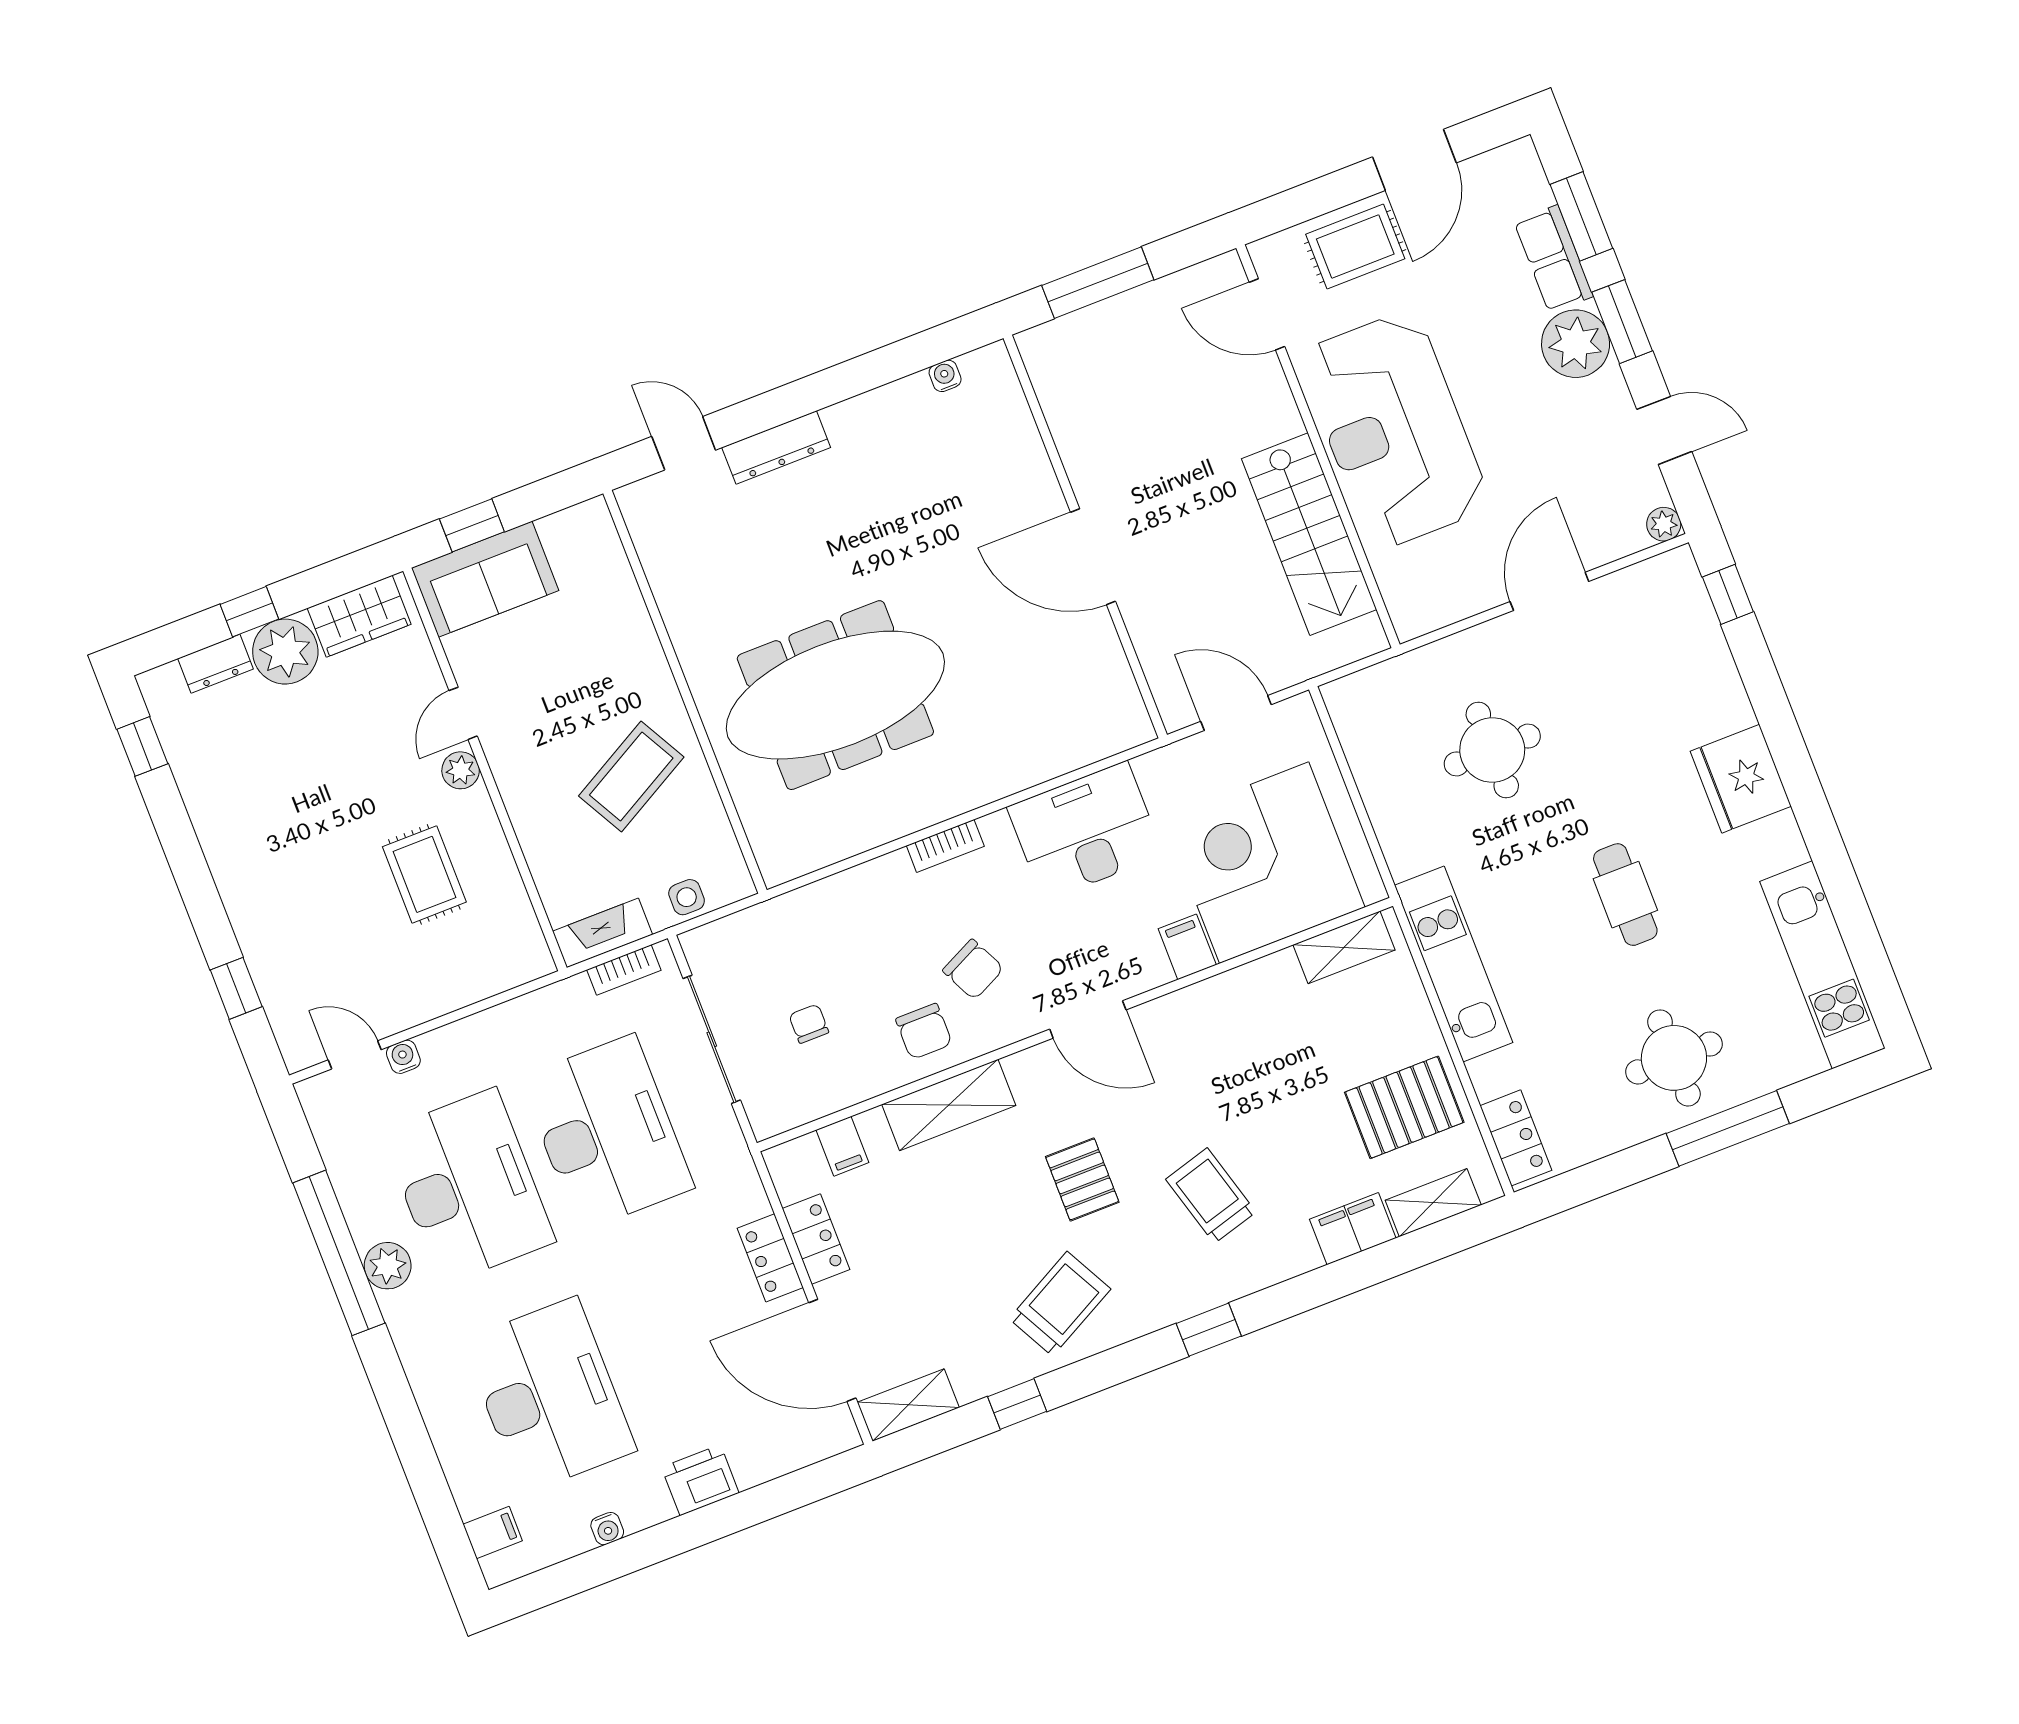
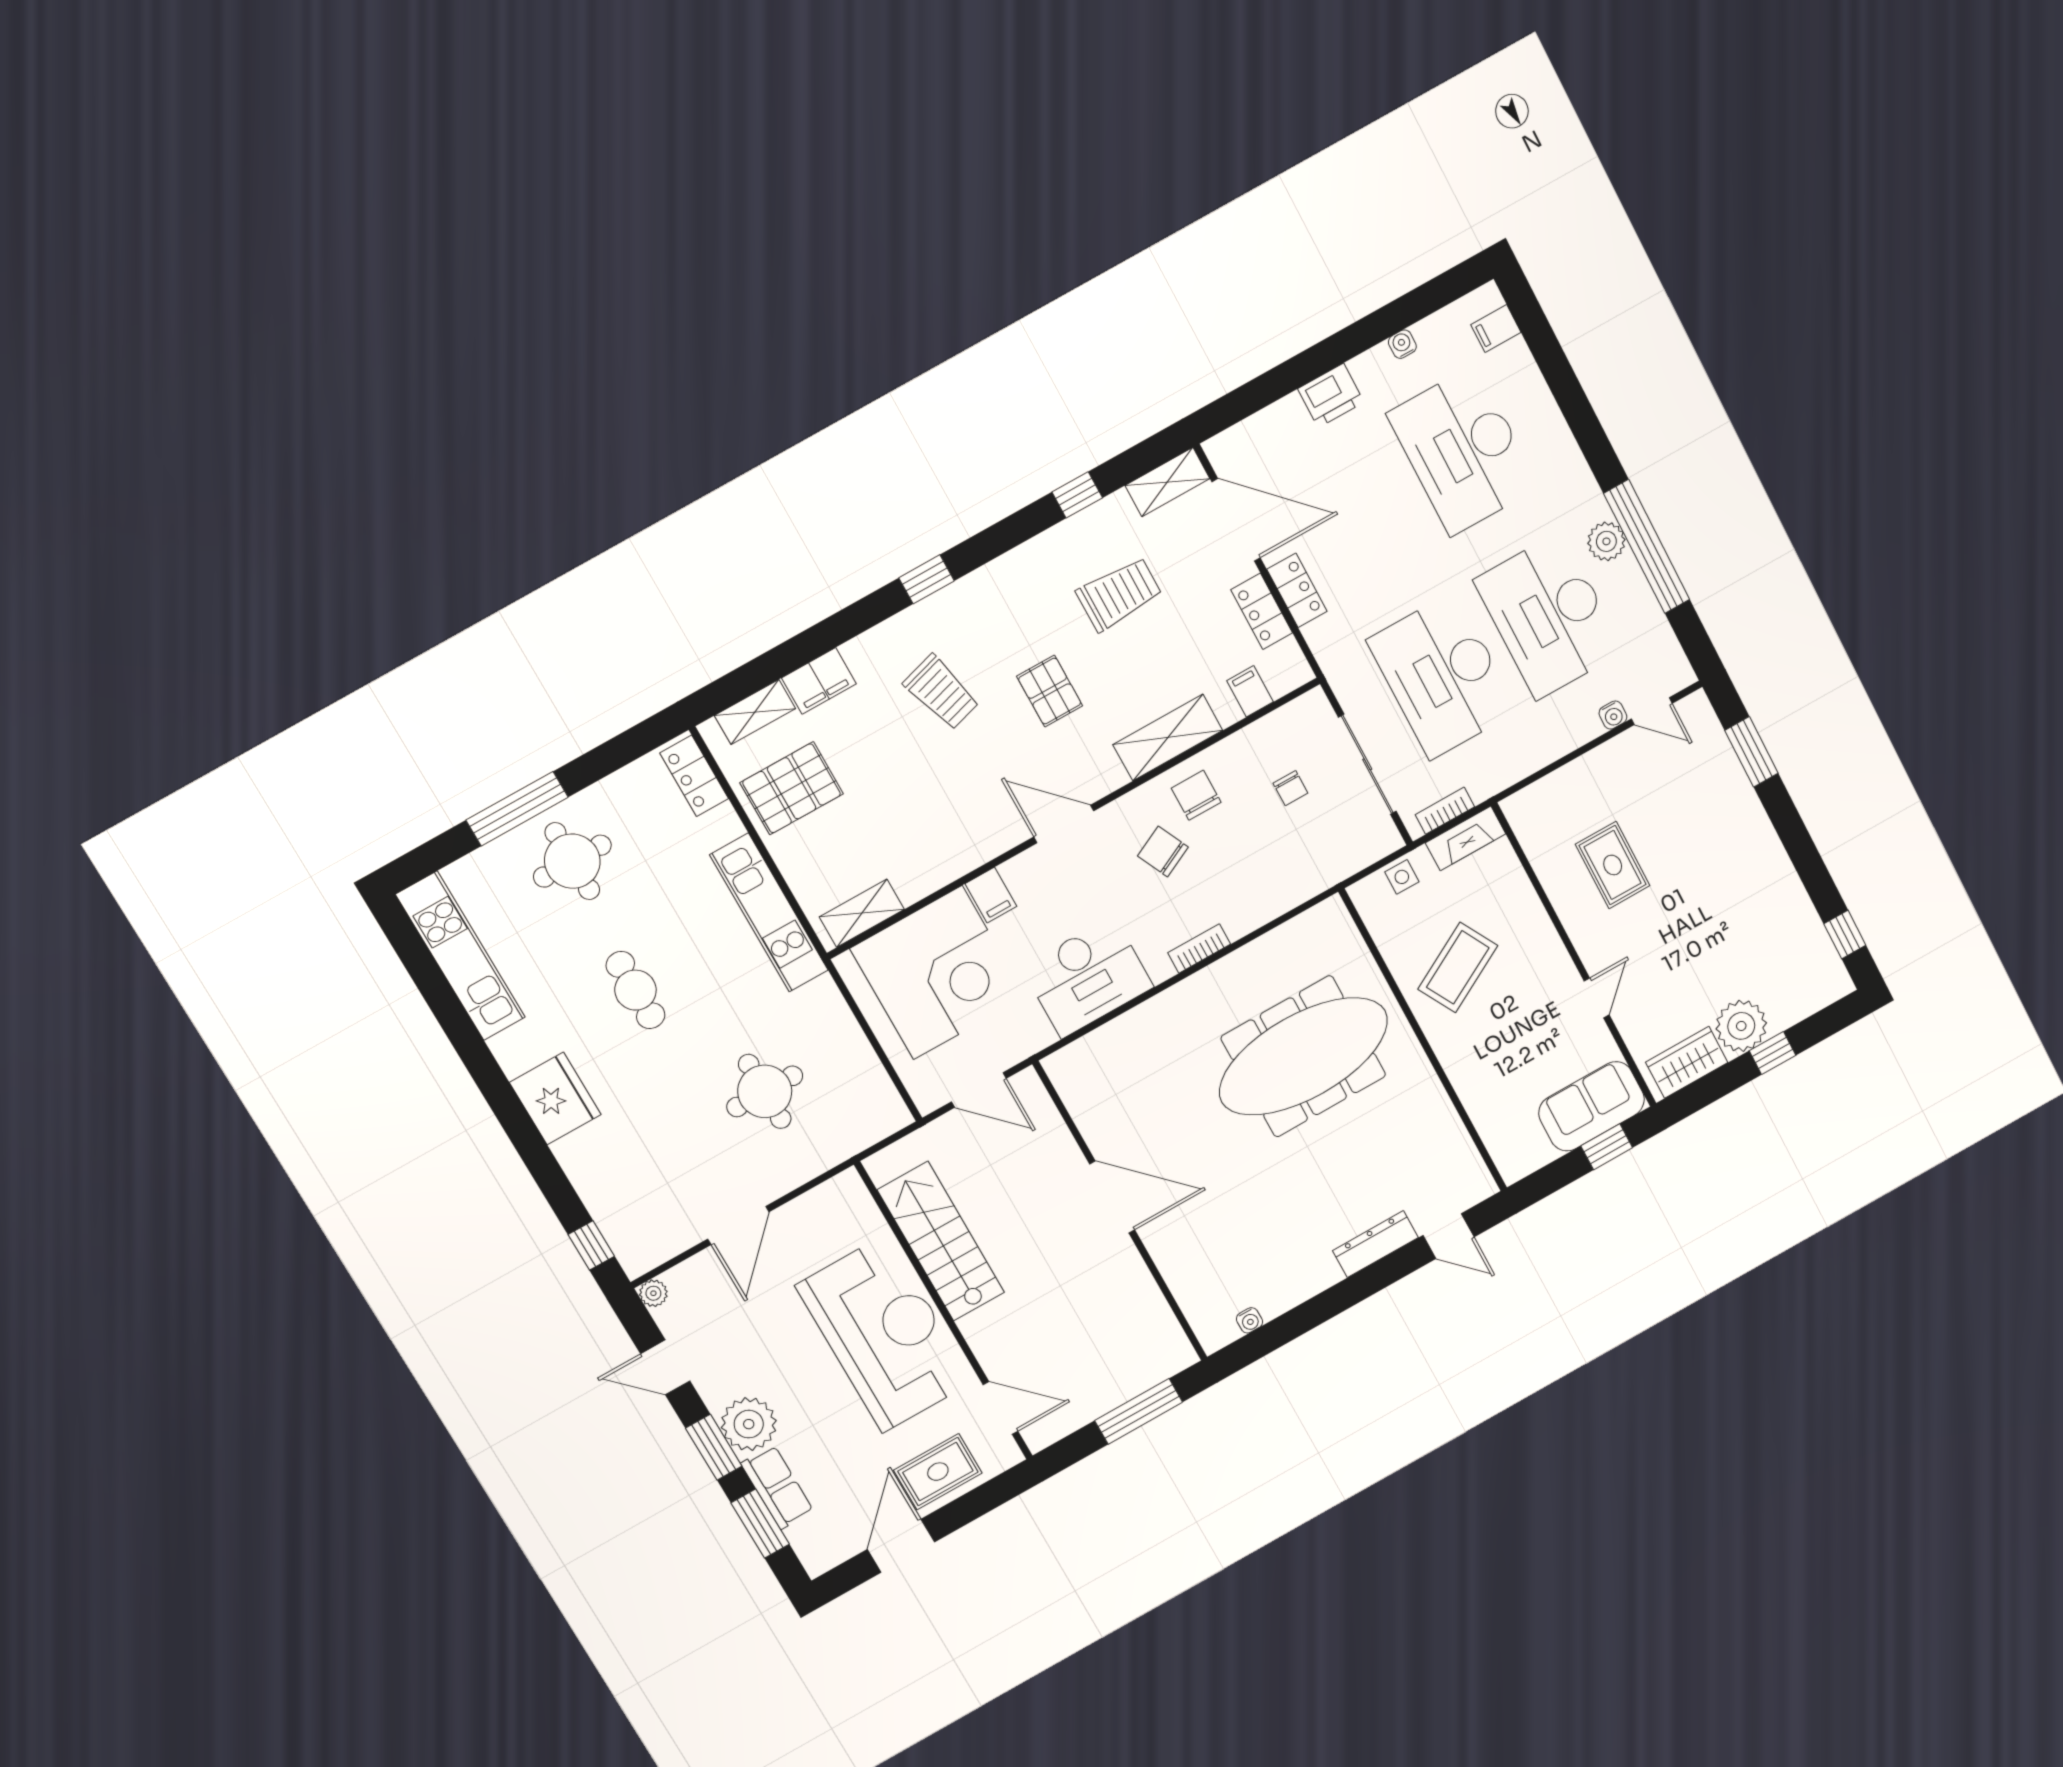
dresser: (216, 664) -> (1795, 1008), removed
plant: (461, 770) -> (1594, 952), removed
window: (236, 988) -> (1751, 752), width x1.50
trolley: (1060, 1304) -> (1119, 594), moved, turned -152

